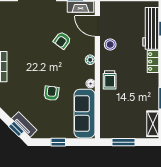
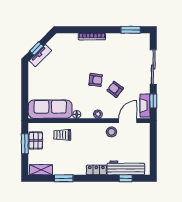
trolley: (110, 80) -> (62, 135), moved
armchair: (51, 93) -> (96, 80), moved
pallet: (120, 130) -> (36, 140), added
window: (58, 142) -> (25, 86), removed

